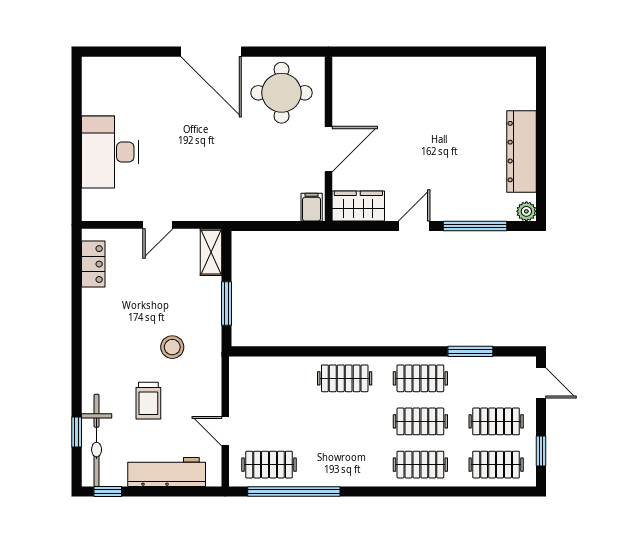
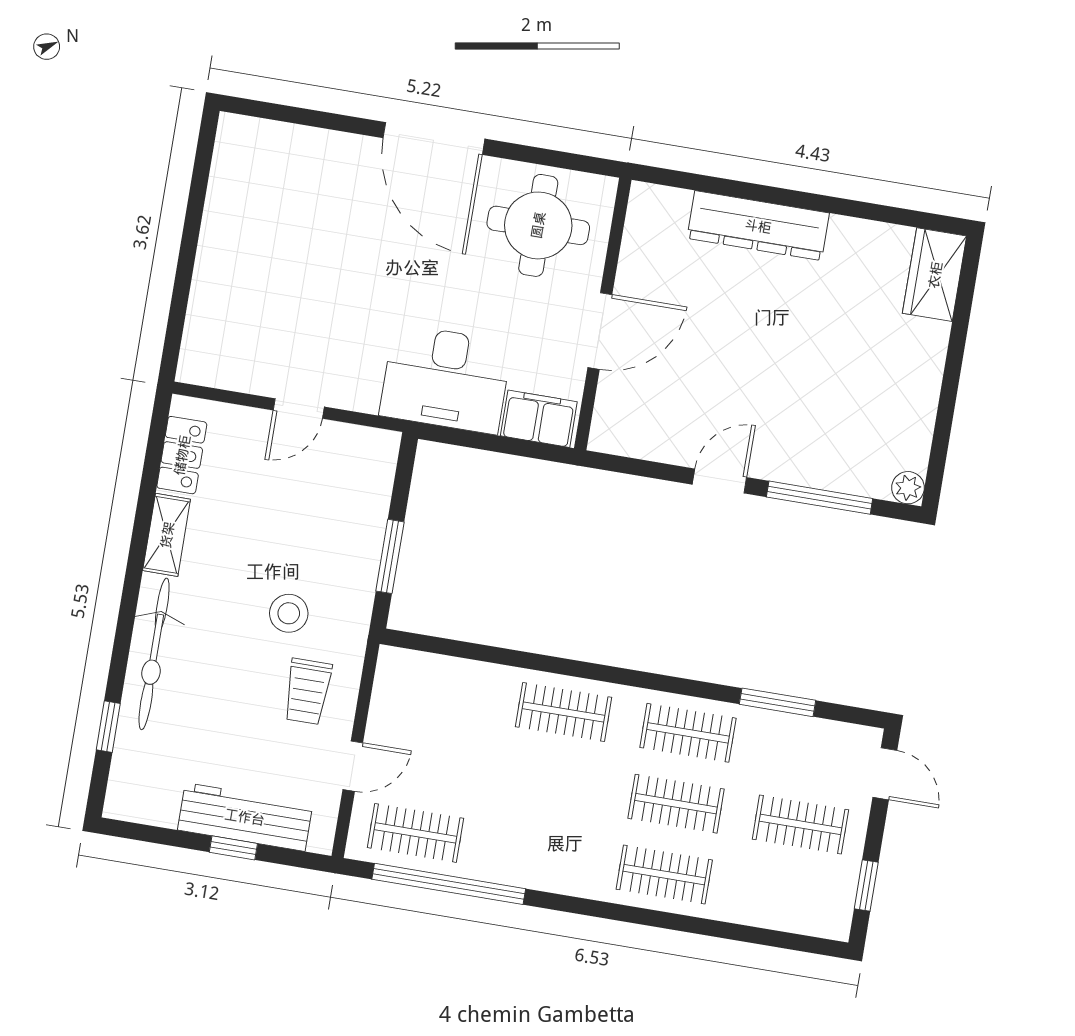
desk: (110, 152) -> (446, 379), moved, turned -90
dresser: (522, 152) -> (758, 226), moved, turned -90
wardrobe: (358, 206) -> (935, 275), moved, turned -90
filing cabinet: (312, 207) -> (539, 419), width x2.00
shelving: (211, 252) -> (167, 535), moved
trolley: (148, 401) -> (307, 691), moved
door: (225, 431) -> (353, 766), swing flipped
bicycle: (97, 440) -> (154, 654), moved
clothes rail: (496, 465) -> (789, 895), removed
window: (108, 491) -> (233, 848), moved

